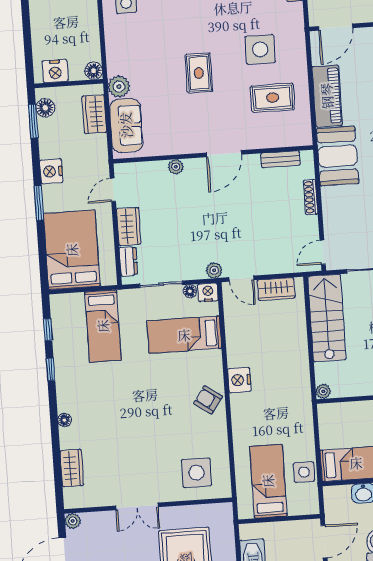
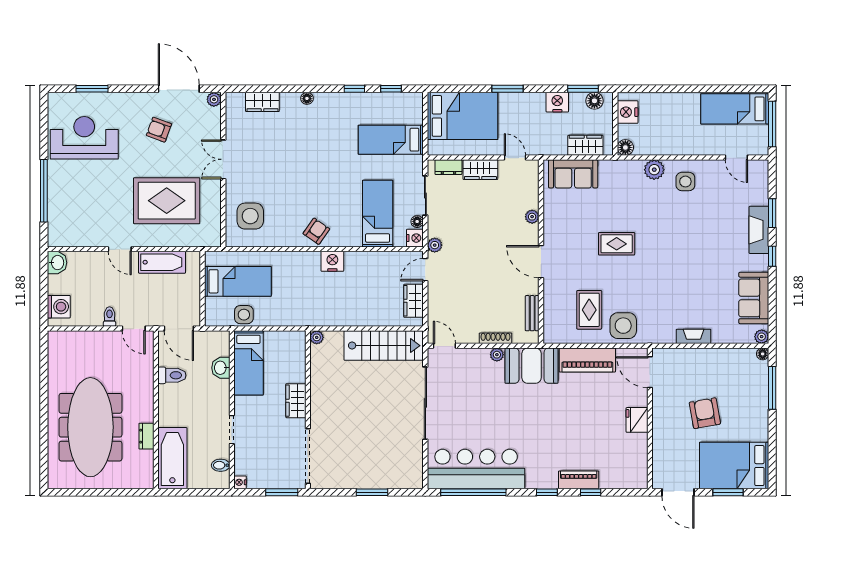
side table: (260, 49) -> (623, 326), moved
plant: (119, 87) -> (654, 170), moved
nightstand: (51, 171) -> (557, 102), moved
plant: (328, 194) -> (497, 355), added

